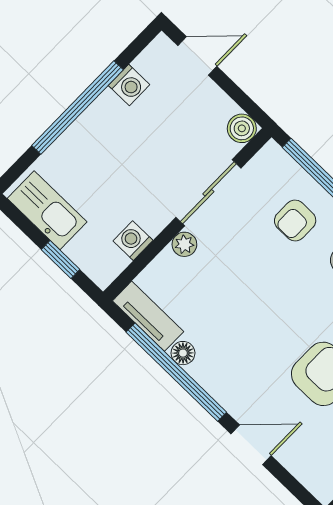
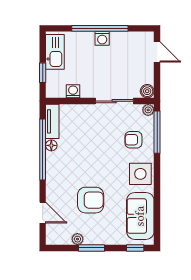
washing machine: (129, 85) -> (102, 38), moved
plant: (184, 244) -> (148, 110), moved
door: (251, 445) -> (43, 213), moved

